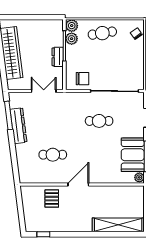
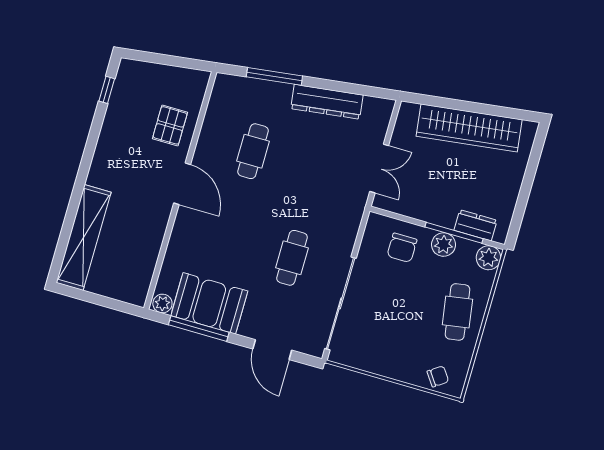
plant: (72, 39) -> (444, 245), moved
dresser: (58, 57) -> (476, 225), moved
chair: (82, 79) -> (402, 248), moved
window: (9, 115) -> (274, 76), moved
pallet: (52, 199) -> (170, 125), turned 90

